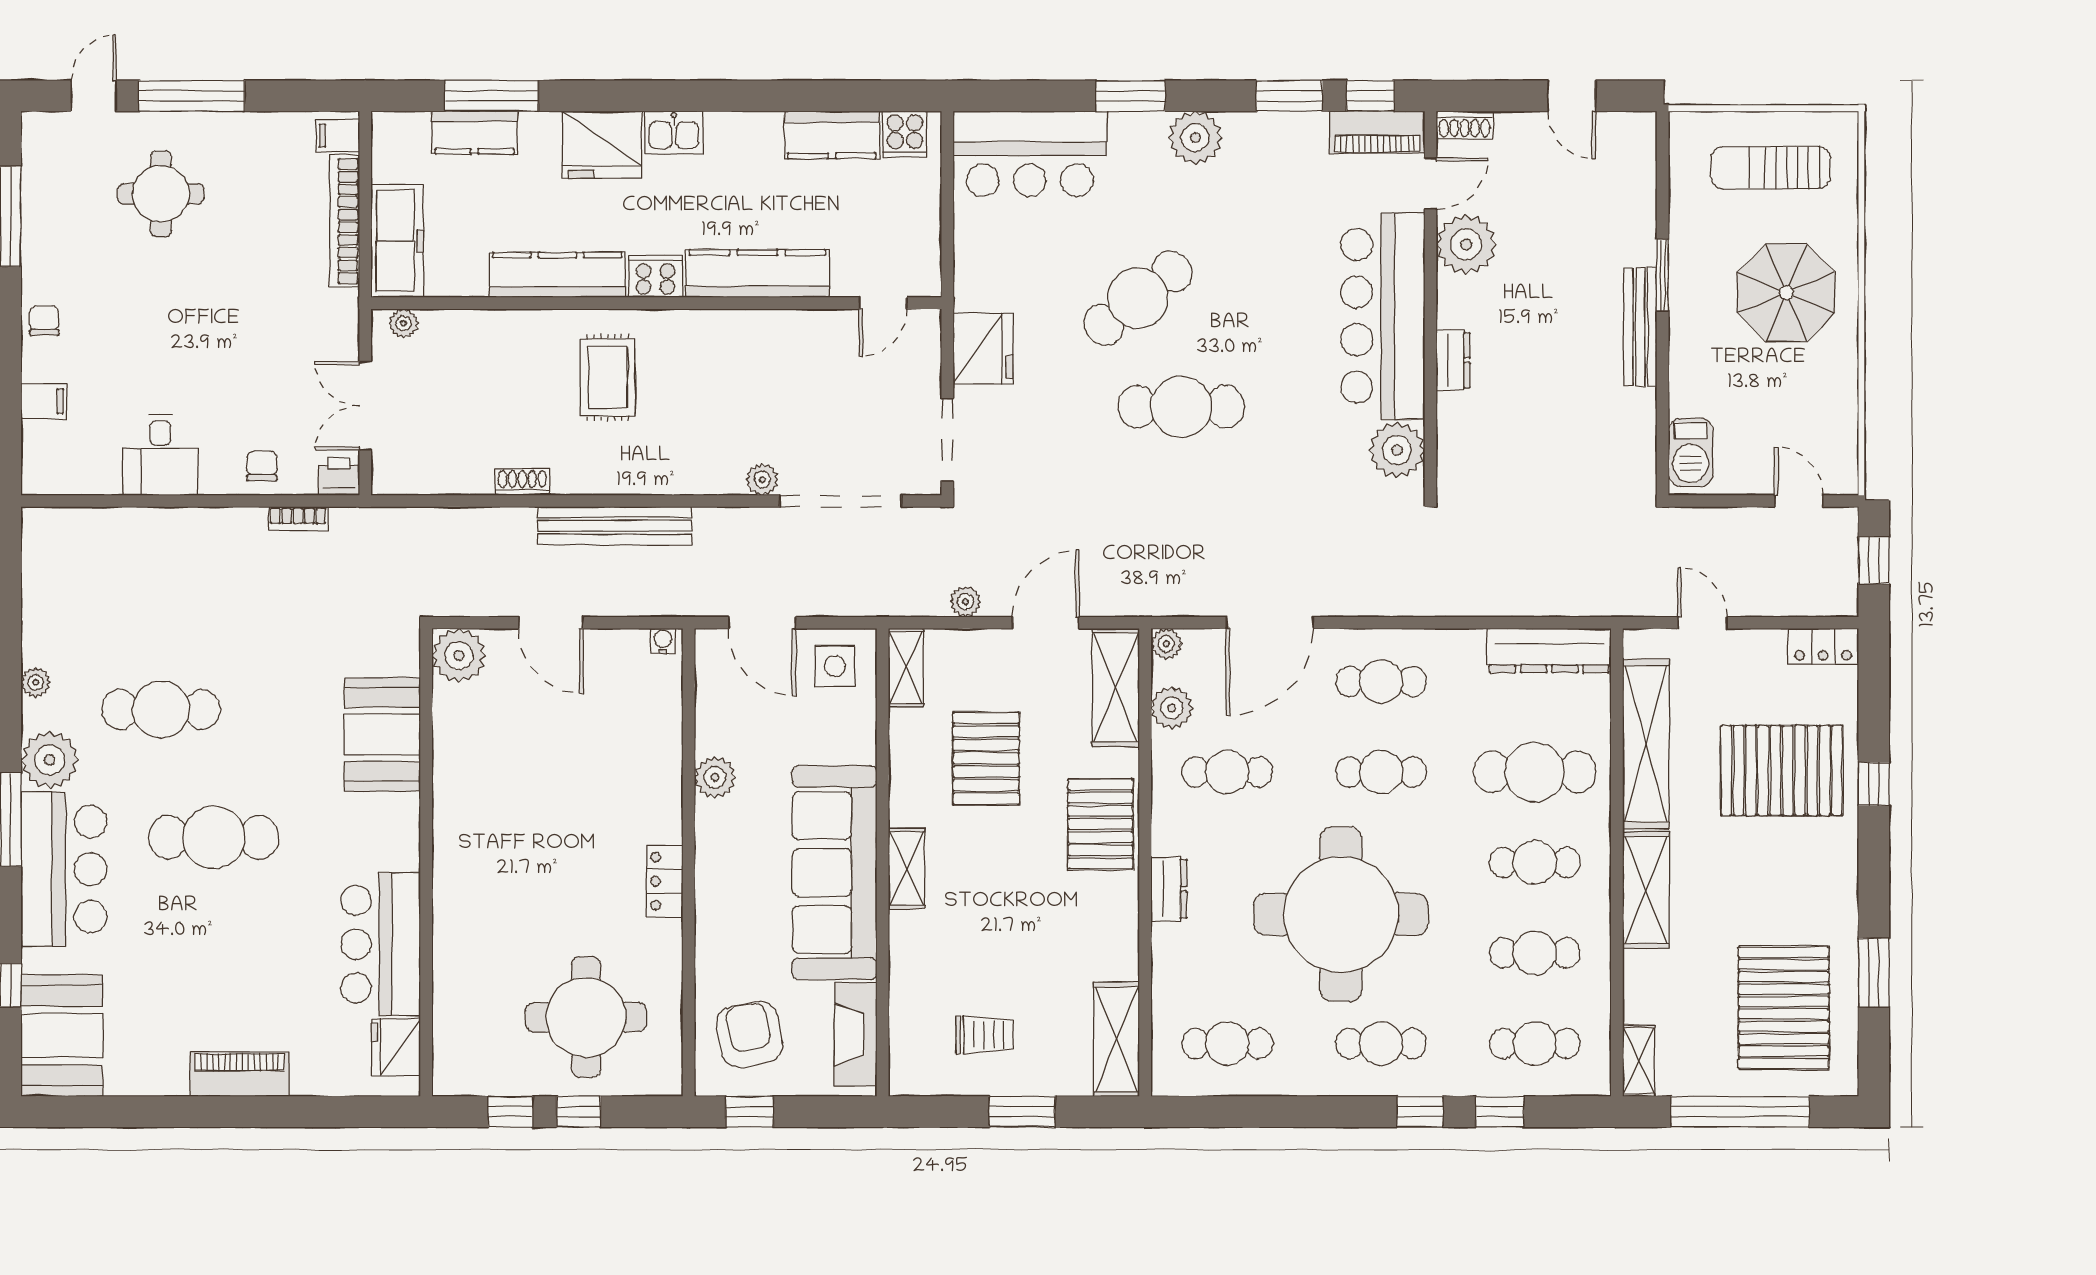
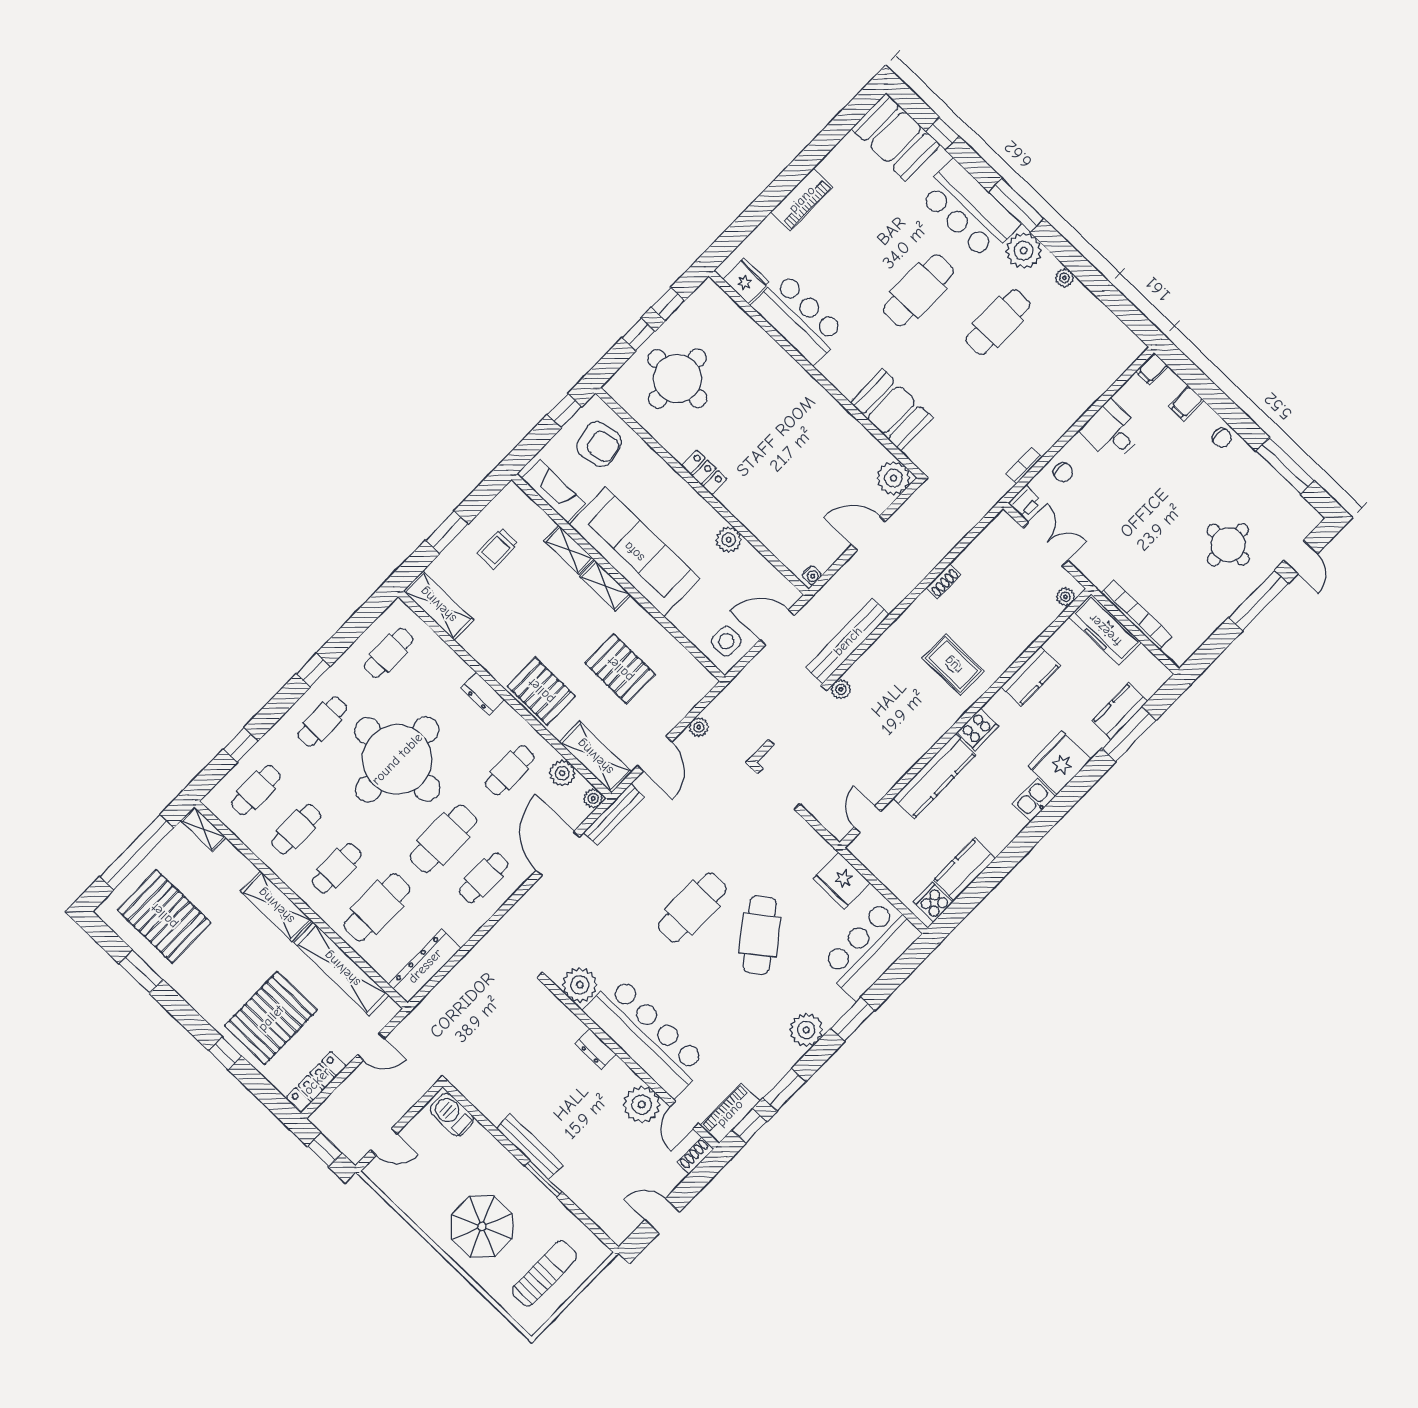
filing cabinet: (338, 136) -> (1152, 369), moved, turned 180
kitchen counter: (557, 275) -> (1030, 676), width x0.67
fridge: (983, 349) -> (842, 881), moved
bench: (615, 526) -> (848, 641), moved
bench: (1162, 602) -> (614, 815), added
locker: (1823, 646) -> (316, 1082), width x1.53
shelving: (906, 668) -> (569, 550), moved
cafe table: (1381, 772) -> (443, 839), width x1.37, depth x1.35
window: (1420, 1112) -> (313, 670), moved

